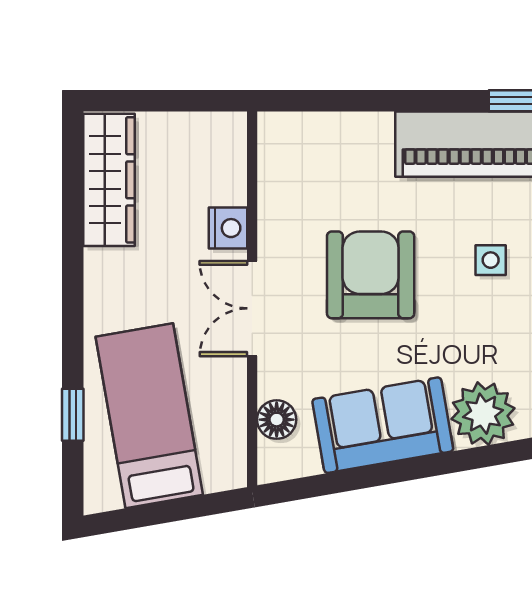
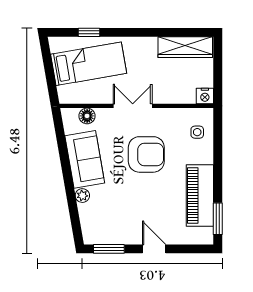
nightstand: (228, 228) -> (205, 96), moved
side table: (491, 260) -> (197, 132), moved
plant: (483, 414) -> (82, 196), width x0.53, depth x0.53

